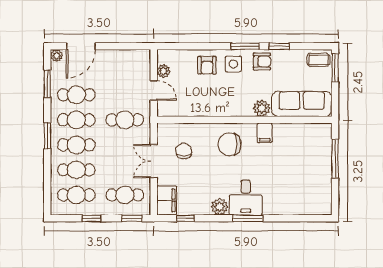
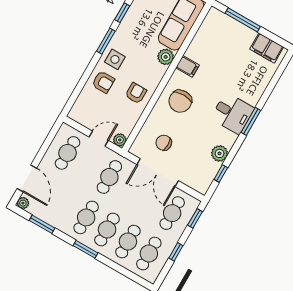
armchair: (262, 61) -> (136, 93), moved
plant: (163, 71) -> (120, 140), moved
cafe table: (76, 95) -> (68, 153), moved
double door: (154, 161) -> (158, 173), width x1.37
filing cabinet: (167, 200) -> (267, 48), moved, turned 180
plant: (220, 207) -> (220, 153), moved

